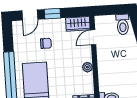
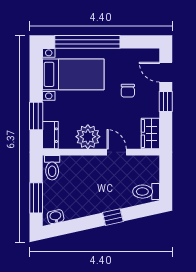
door: (93, 37) -> (117, 152), moved
plant: (87, 67) -> (88, 137), width x1.87, depth x1.87

